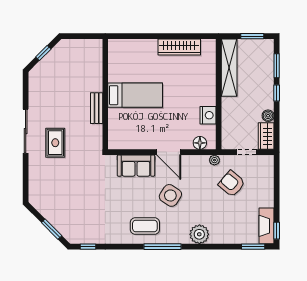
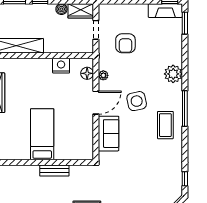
plant: (214, 160) -> (103, 75), moved
armchair: (232, 184) -> (125, 43), turned -40
side table: (170, 195) -> (137, 101), turned 45

